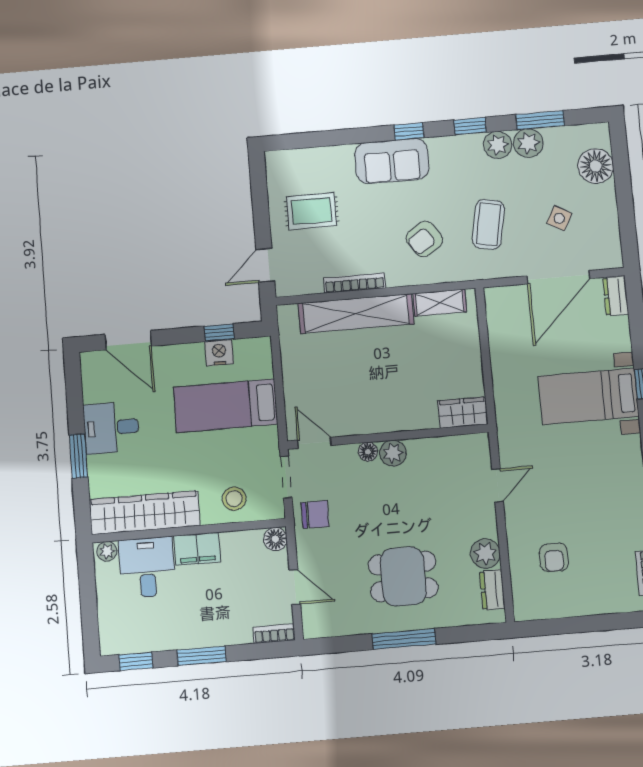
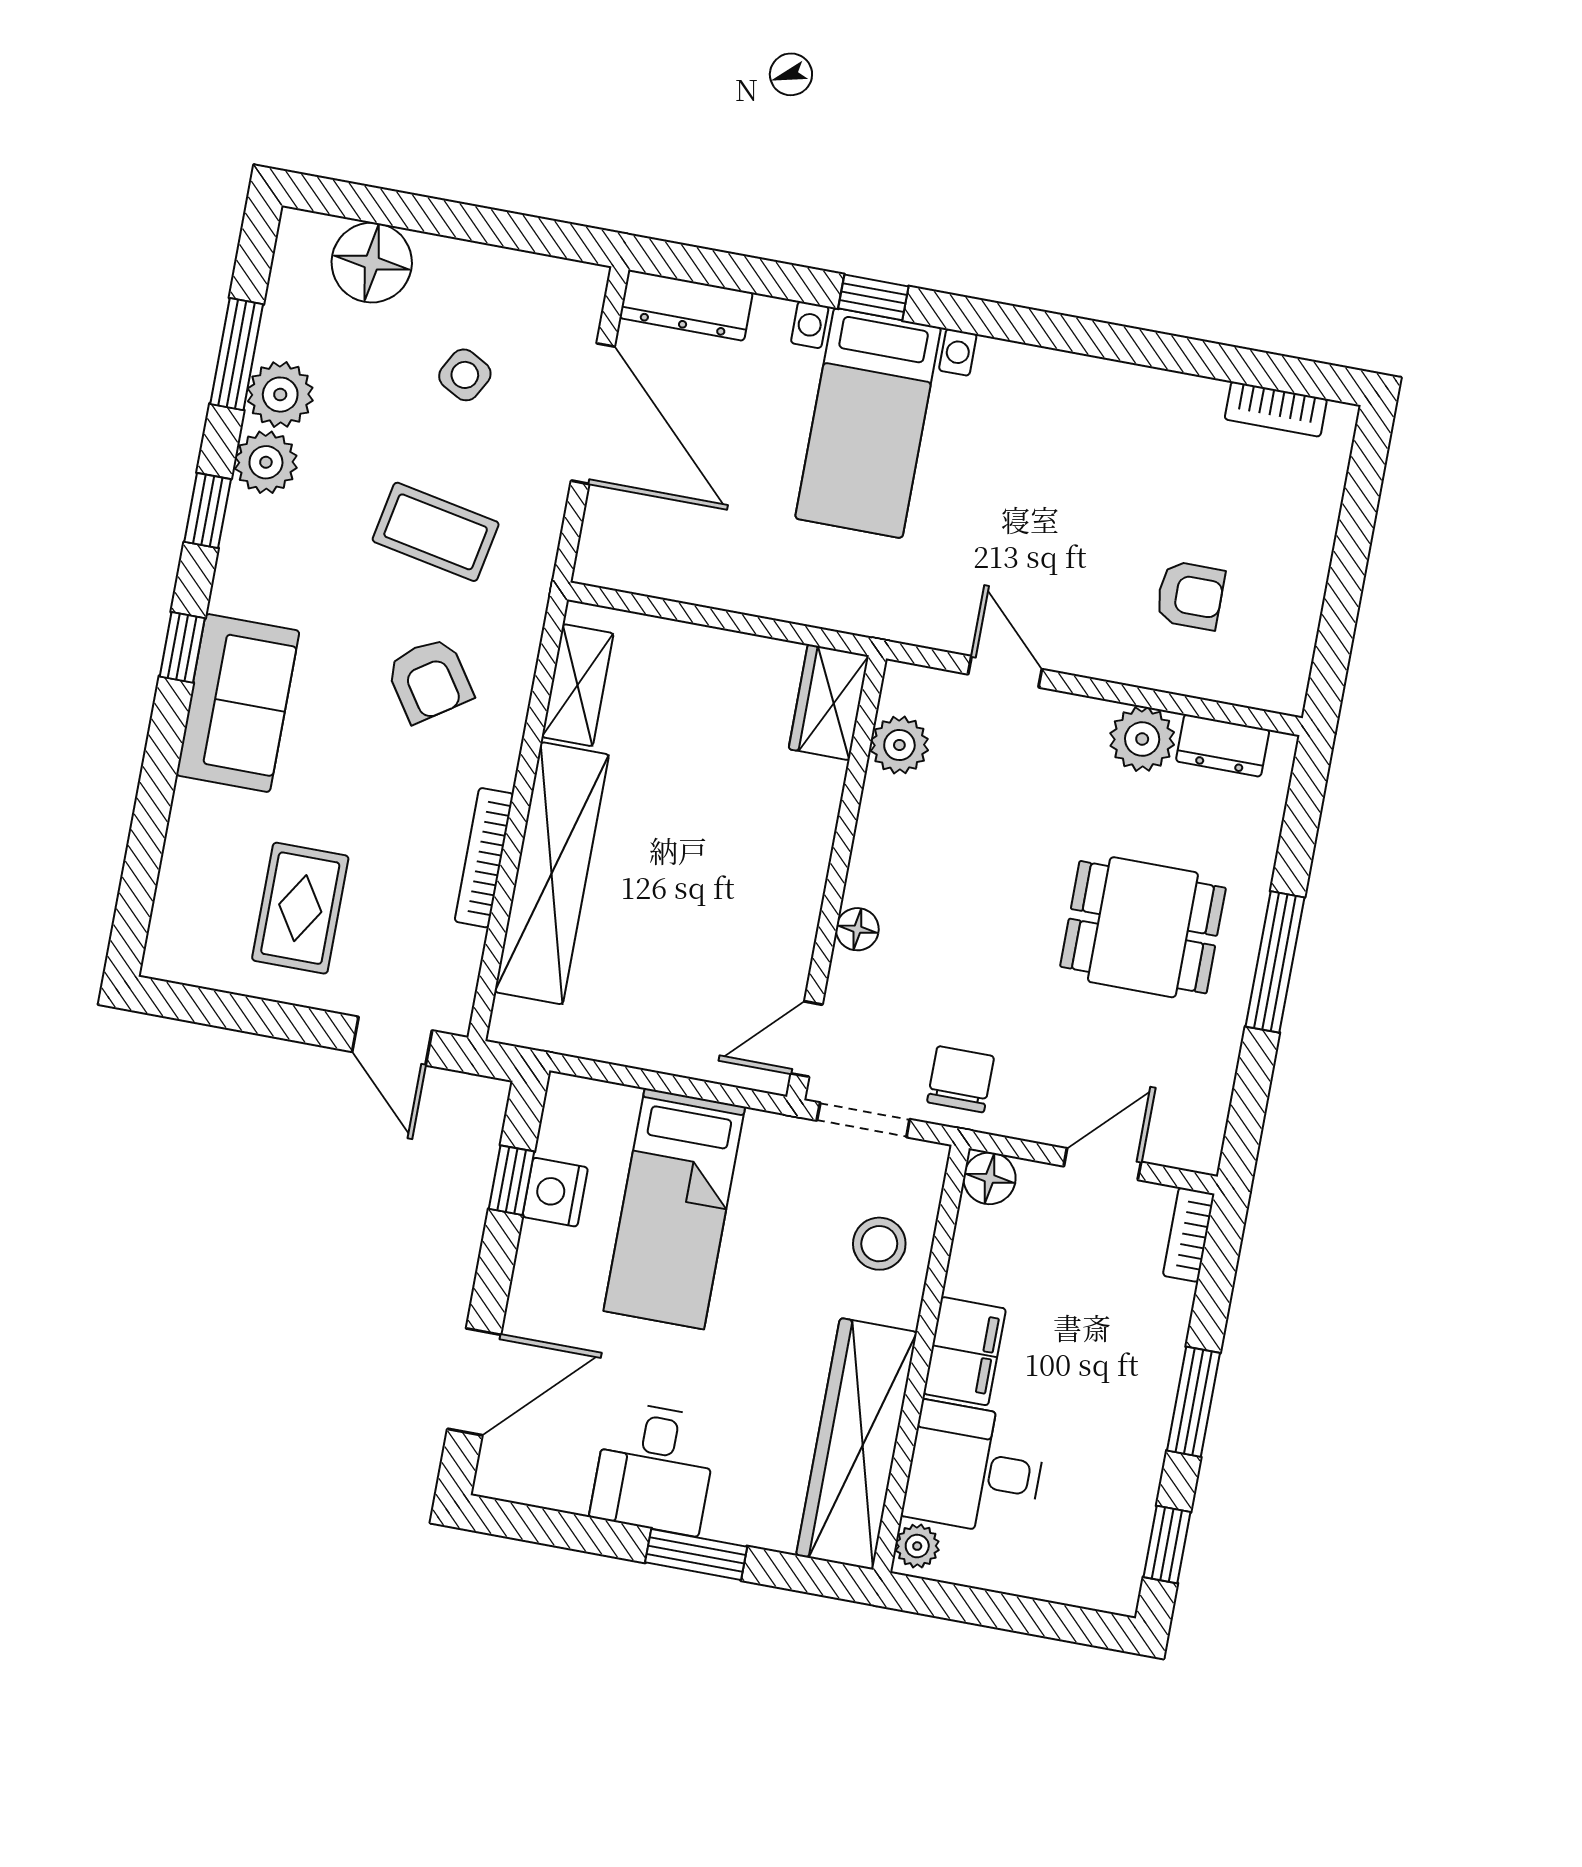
dresser: (616, 296) -> (686, 305), width x1.44
plant: (393, 453) -> (899, 745), moved
dining table: (403, 576) -> (1143, 927), turned 90

